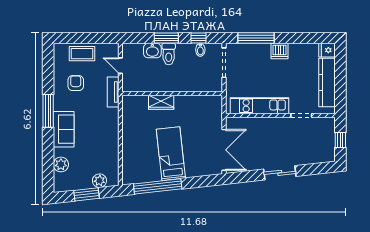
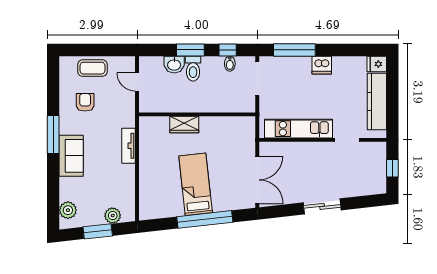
tv unit: (113, 92) -> (128, 146), moved
plant: (61, 164) -> (68, 210), moved
window: (158, 186) -> (205, 219), moved

